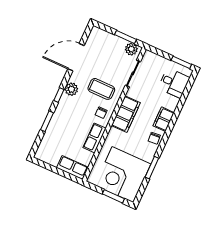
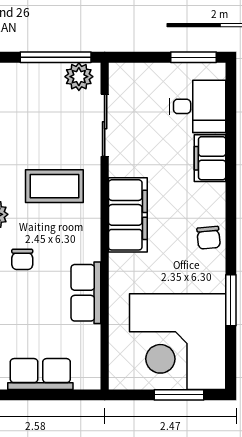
window: (125, 37) -> (56, 57), width x1.44
chair: (101, 113) -> (22, 259), moved
filing cabinet: (164, 119) -> (210, 158), moved
row of seats: (72, 168) -> (40, 374), moved

